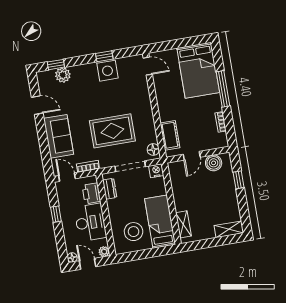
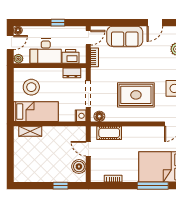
window: (223, 89) -> (153, 186), moved
rug: (112, 131) -> (136, 95), moved, turned 90
shelving: (229, 229) -> (19, 170), removed

